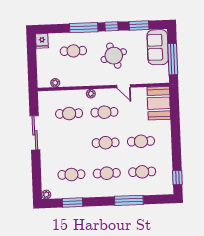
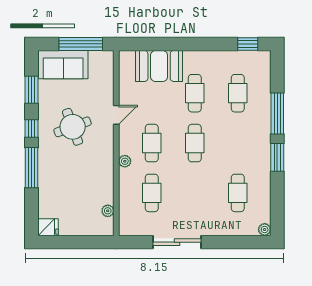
cafe table: (73, 51) -> (64, 183), removed
booth: (159, 103) -> (159, 66), moved
cafe table: (107, 173) -> (238, 143), removed
window: (72, 203) -> (277, 157), moved

